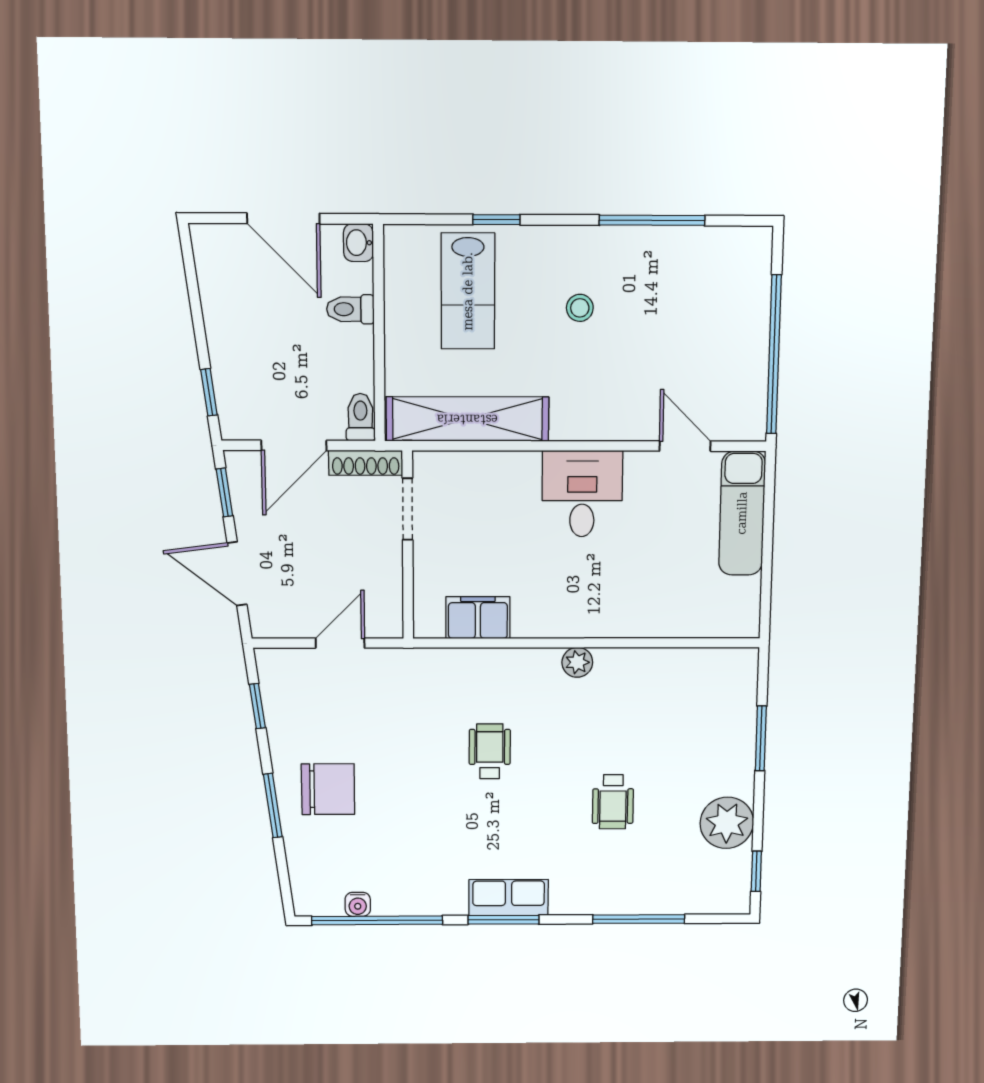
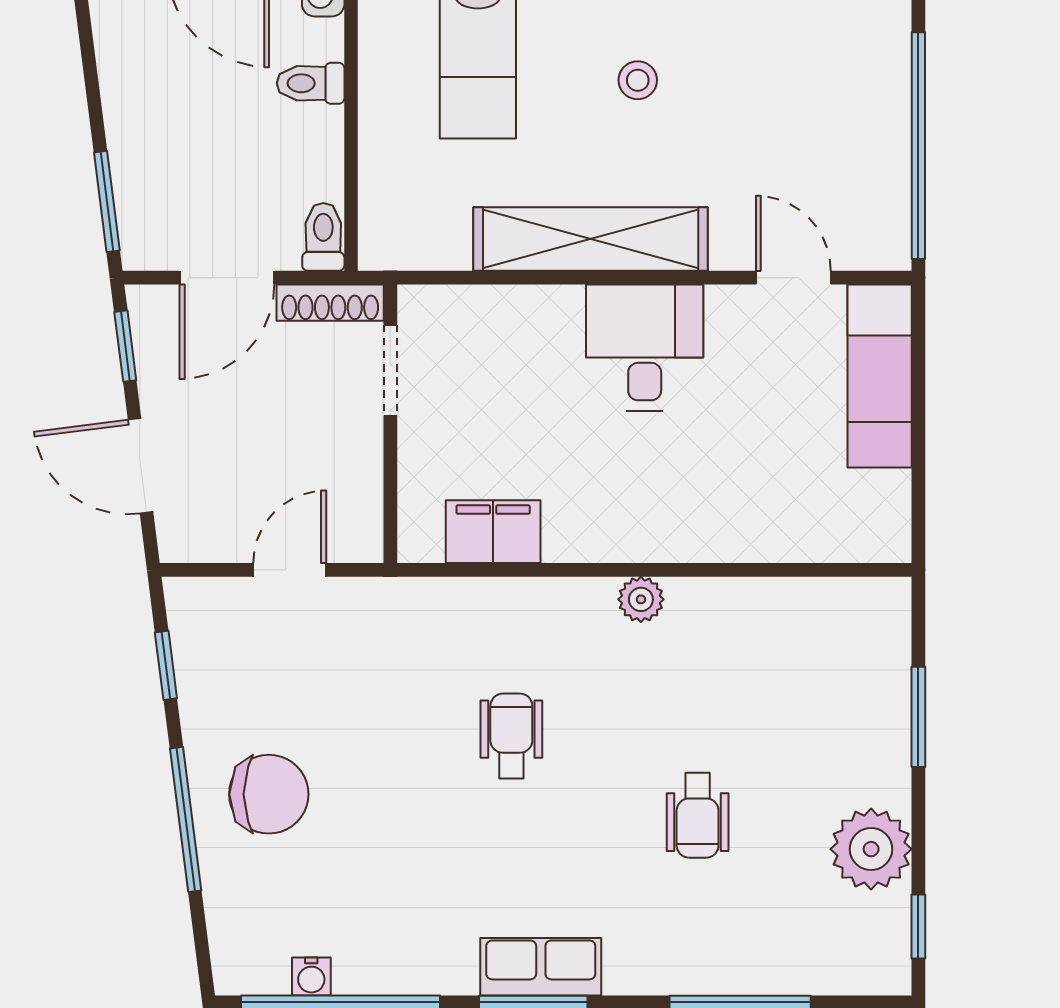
window: (209, 392) -> (107, 201), width x1.50
shelving: (467, 419) -> (591, 239), moved
window: (273, 806) -> (186, 819), width x1.44

